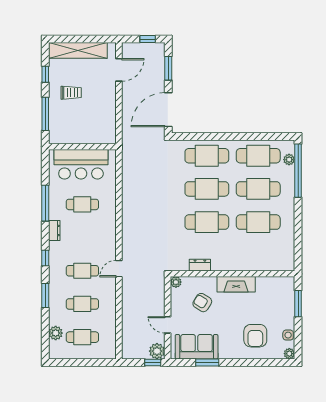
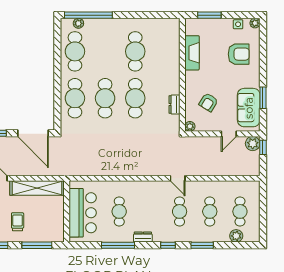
shelving: (108, 114) -> (37, 188), added
cafe table: (258, 189) -> (105, 51), removed
fireplace: (236, 284) -> (192, 53), moved

